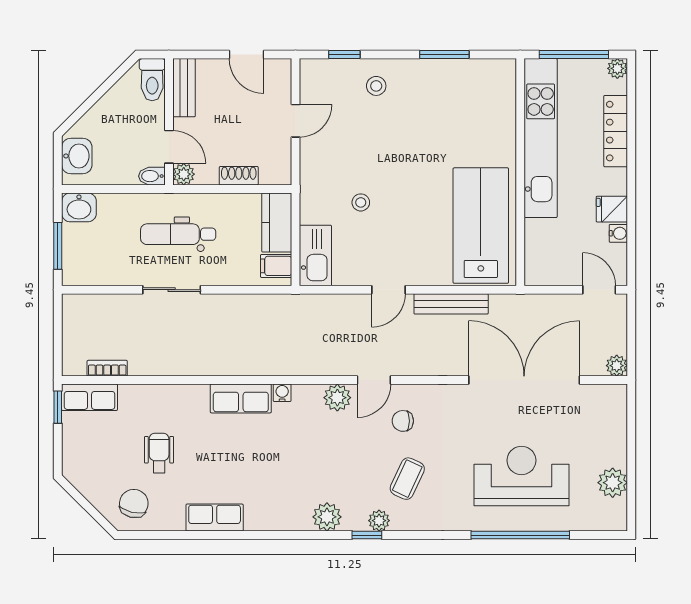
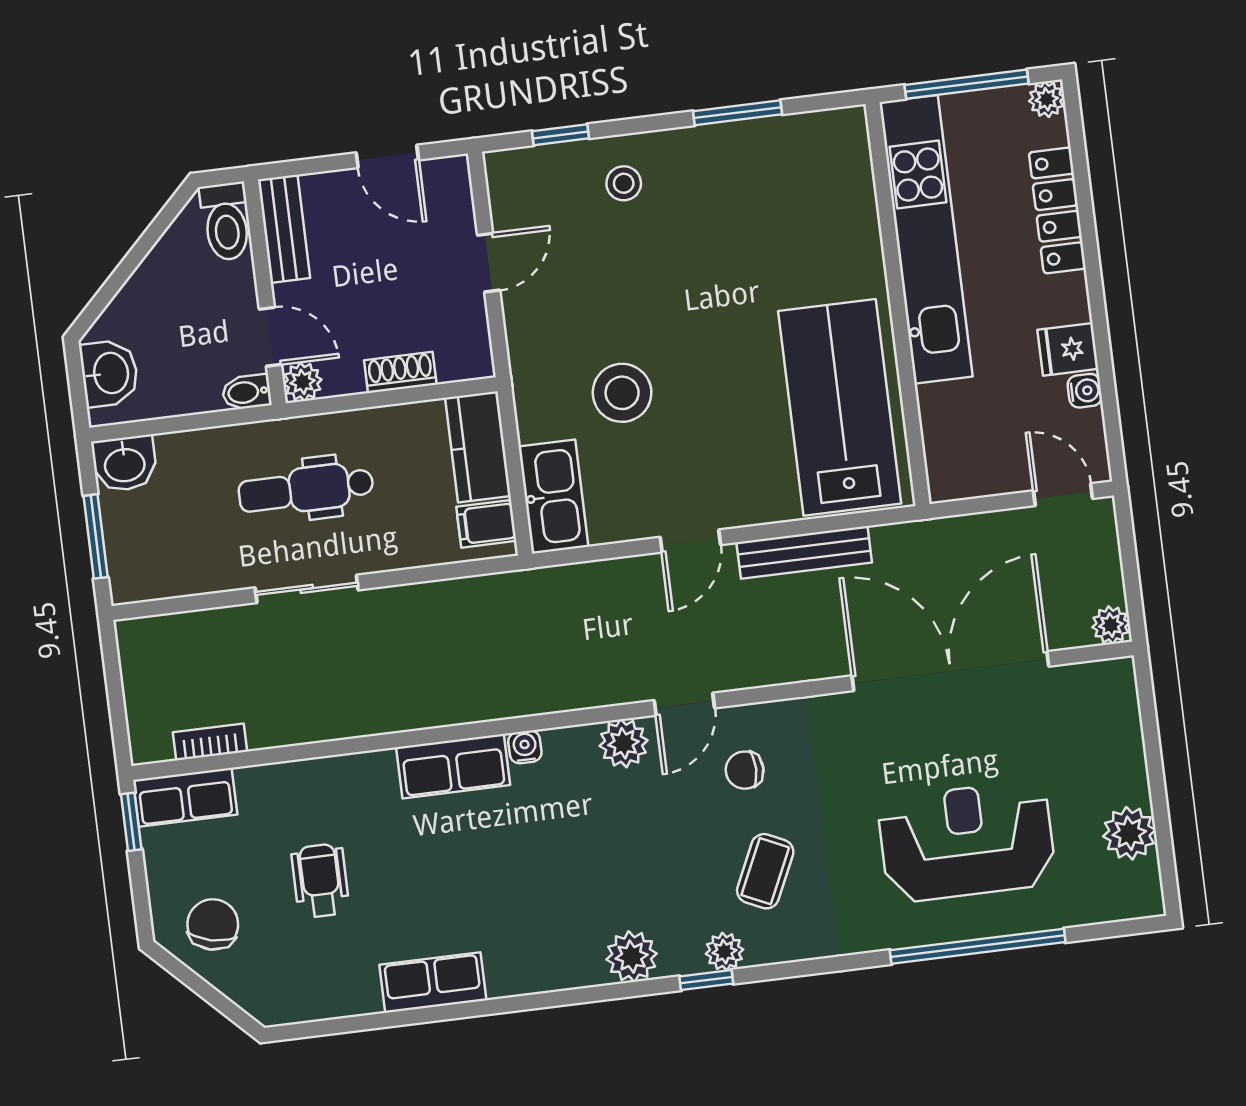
stool: (361, 202) -> (622, 393), width x1.89, depth x1.89
chair: (134, 503) -> (213, 924), moved

